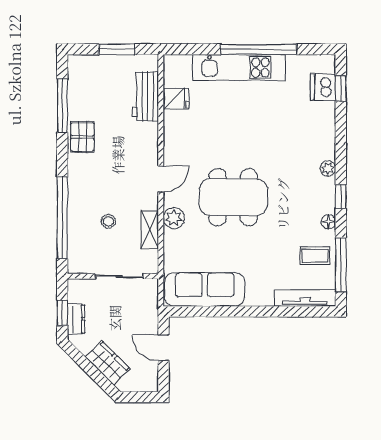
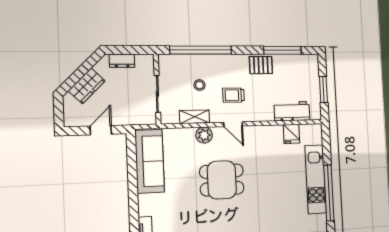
trolley: (122, 177) -> (233, 95), added
dining table: (233, 197) -> (222, 180), width x0.73
window: (62, 313) -> (126, 50), removed

